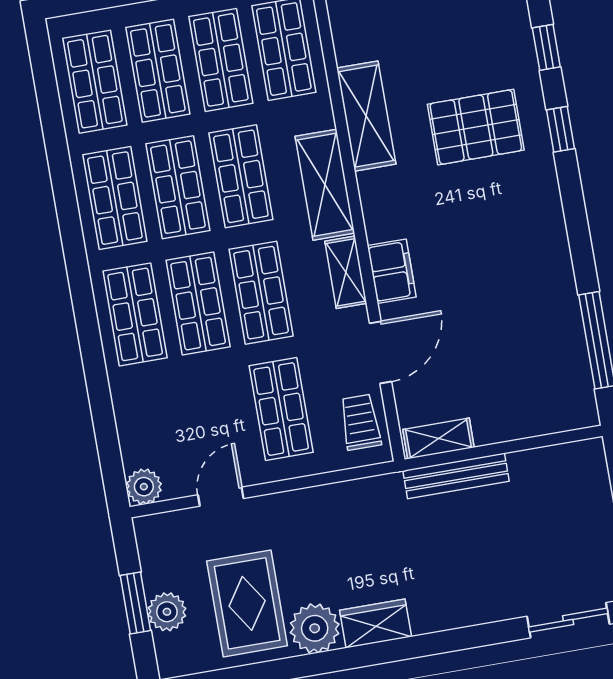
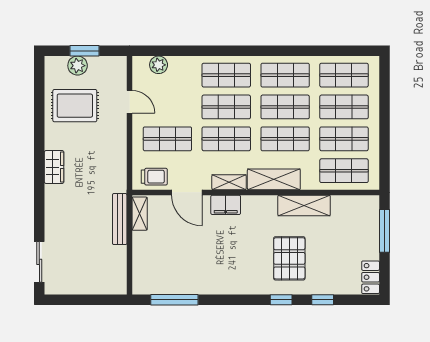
plant: (144, 487) -> (159, 65), moved
plant: (315, 628) -> (57, 137), removed

